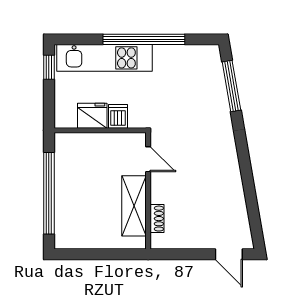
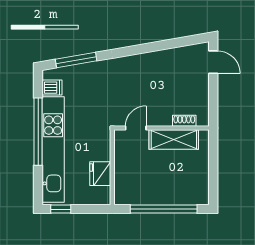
kitchen unit: (105, 58) -> (53, 150), width x1.36
dishwasher: (118, 116) -> (52, 88), moved, turned 180
door: (229, 254) -> (213, 62), hinge flipped

